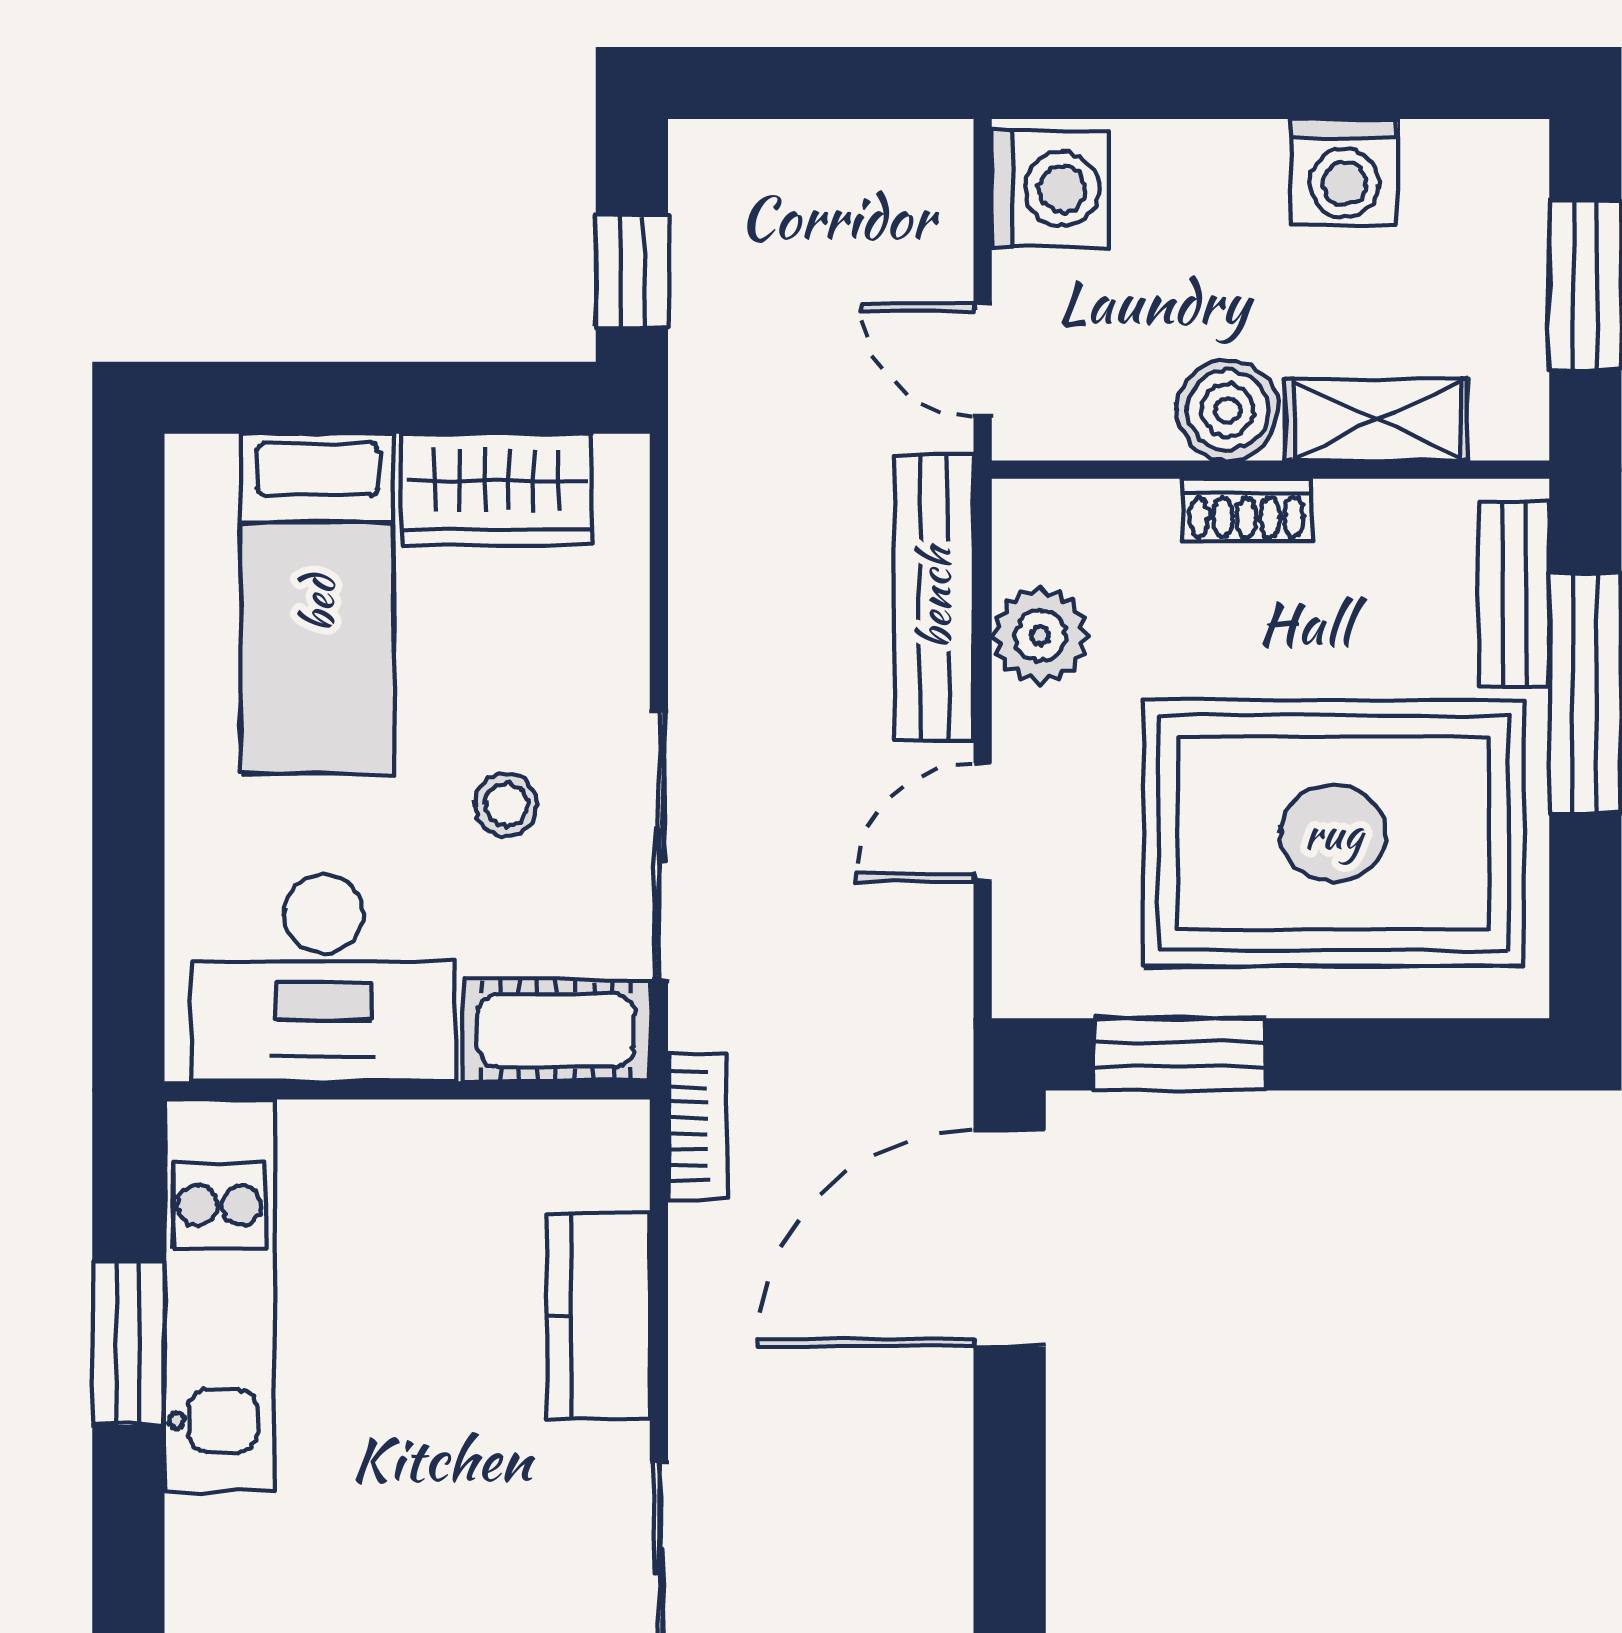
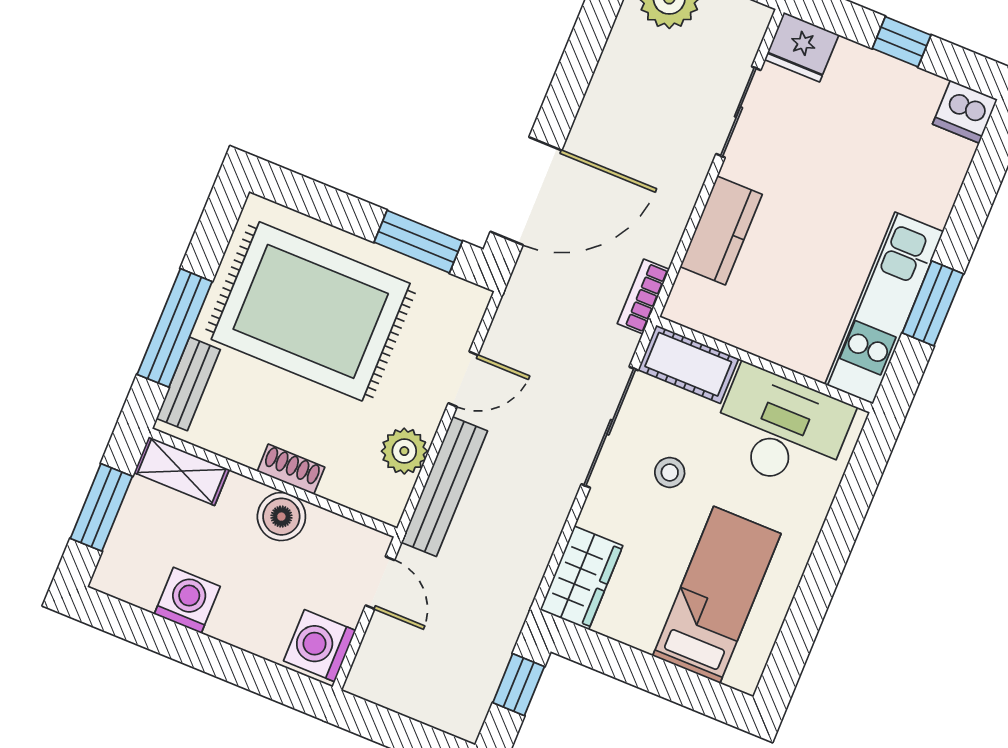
shelving: (1377, 420) -> (182, 471), moved
wardrobe: (497, 489) -> (581, 578), moved, turned 90

